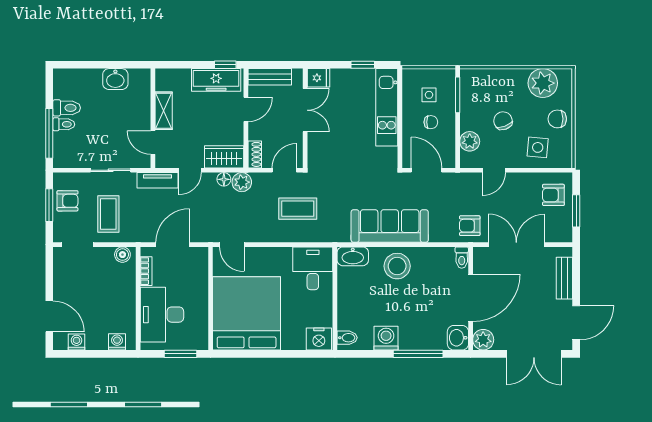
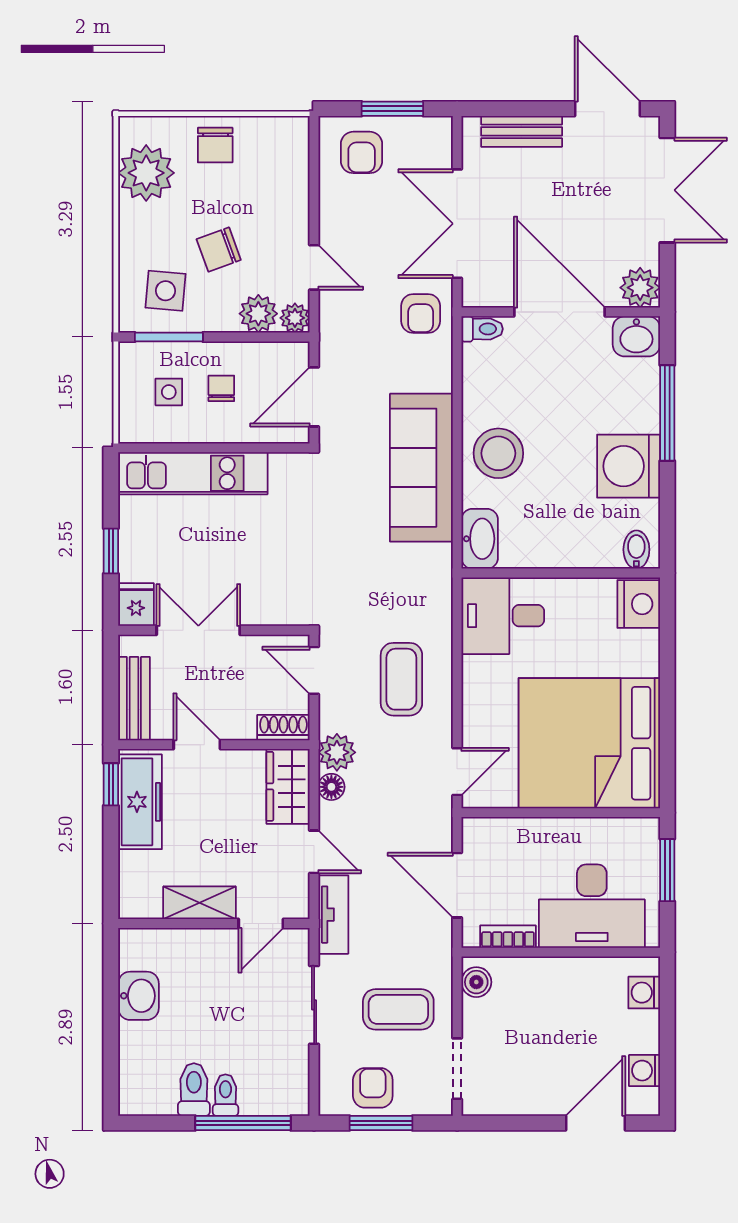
window: (363, 65) -> (111, 551), moved
side table: (538, 147) -> (165, 291), moved
plant: (467, 160) -> (295, 318), added
coffee table: (298, 209) -> (401, 679), moved
washing machine: (386, 338) -> (629, 466), width x1.37, depth x1.37

